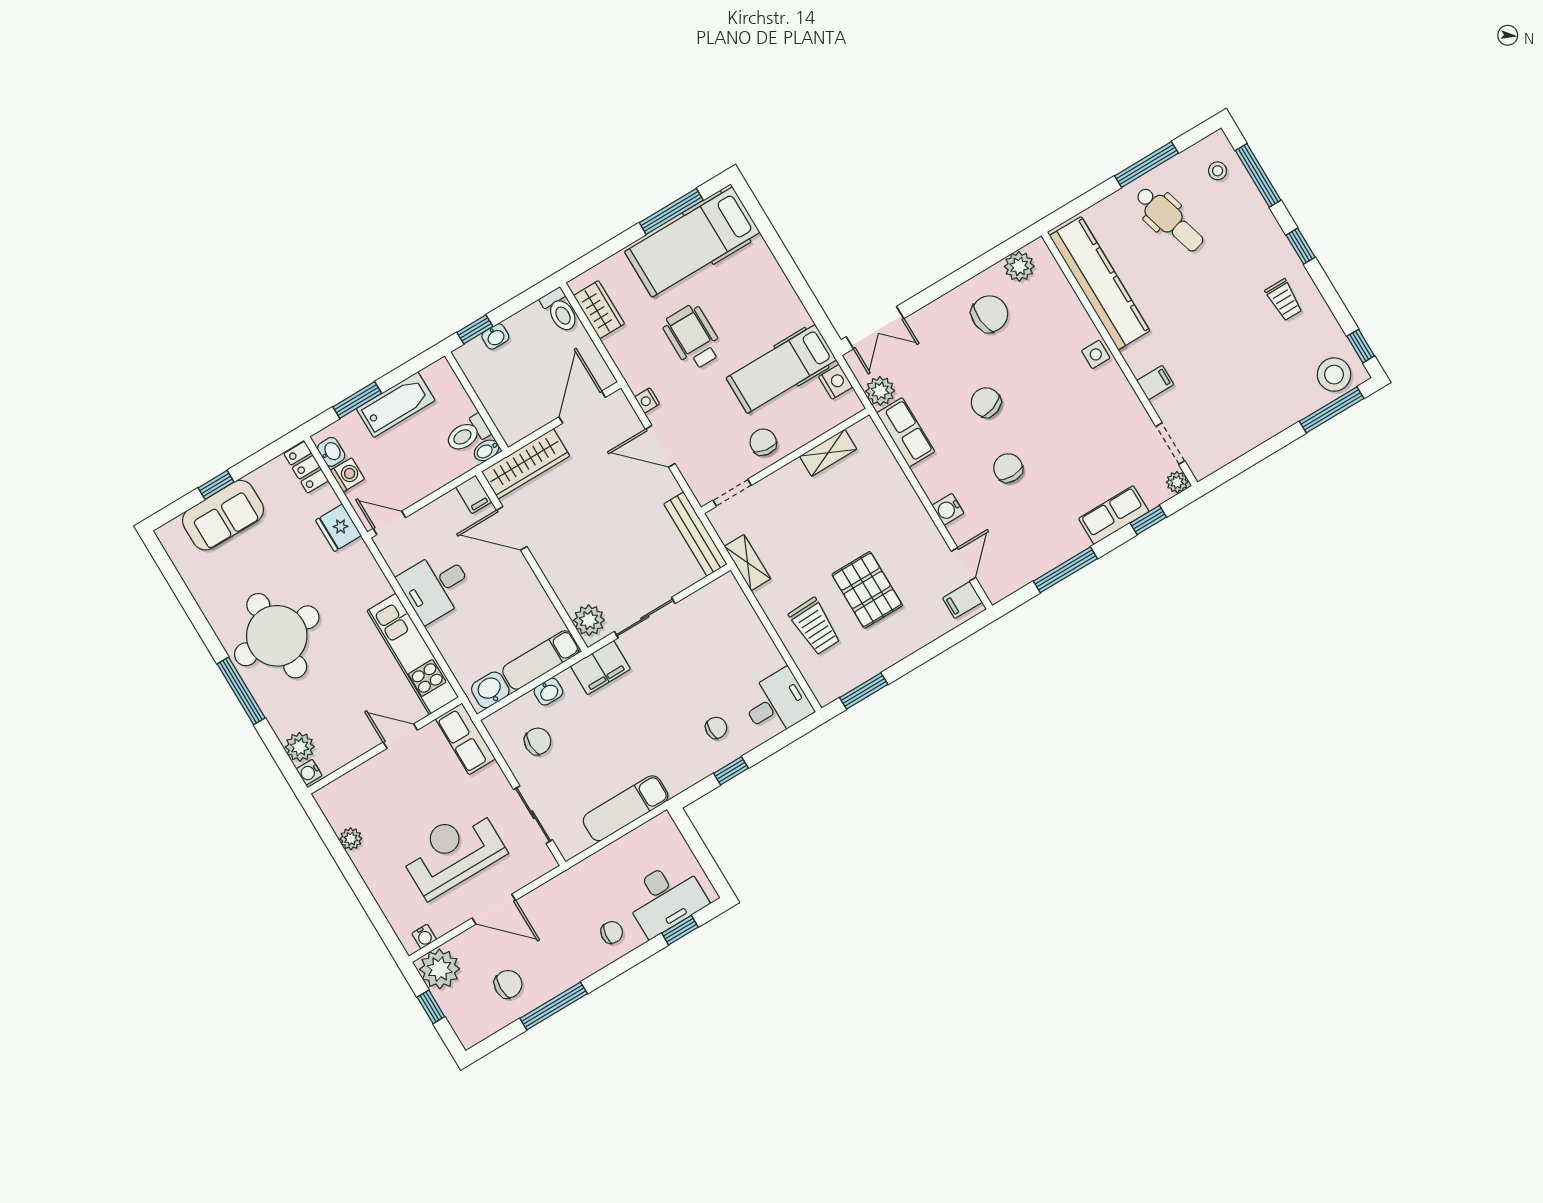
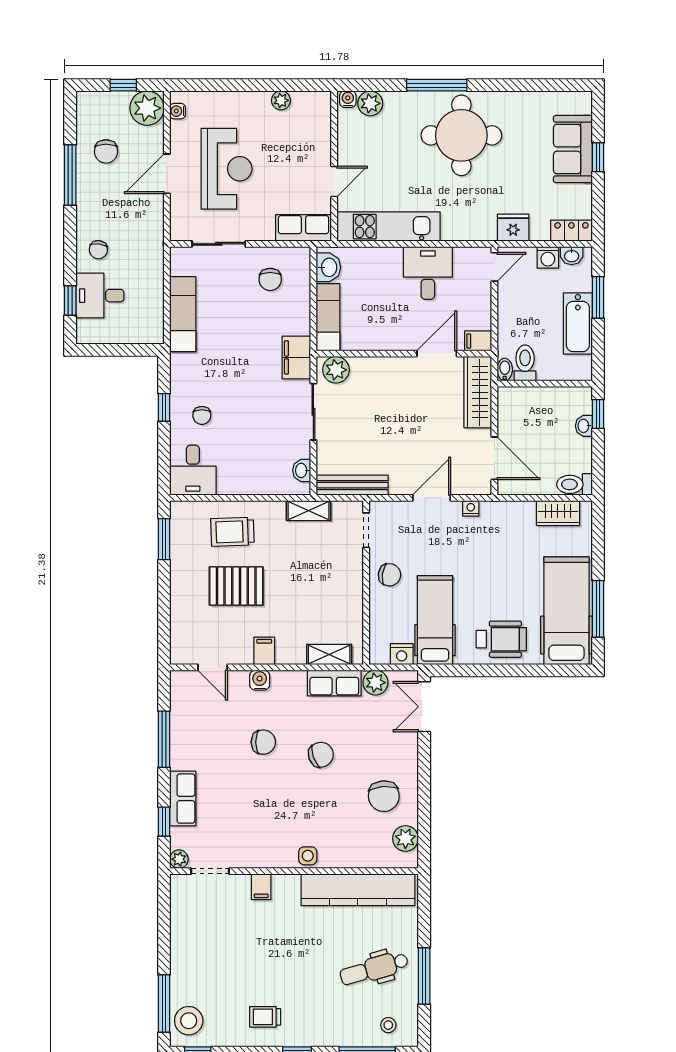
wheelchair: (693, 337) -> (501, 639), moved
shelving: (828, 453) -> (329, 655), moved, turned 90
filing cabinet: (962, 600) -> (264, 651), moved
washbasin: (548, 692) -> (302, 470), moved
desk: (665, 898) -> (100, 296), width x0.73

